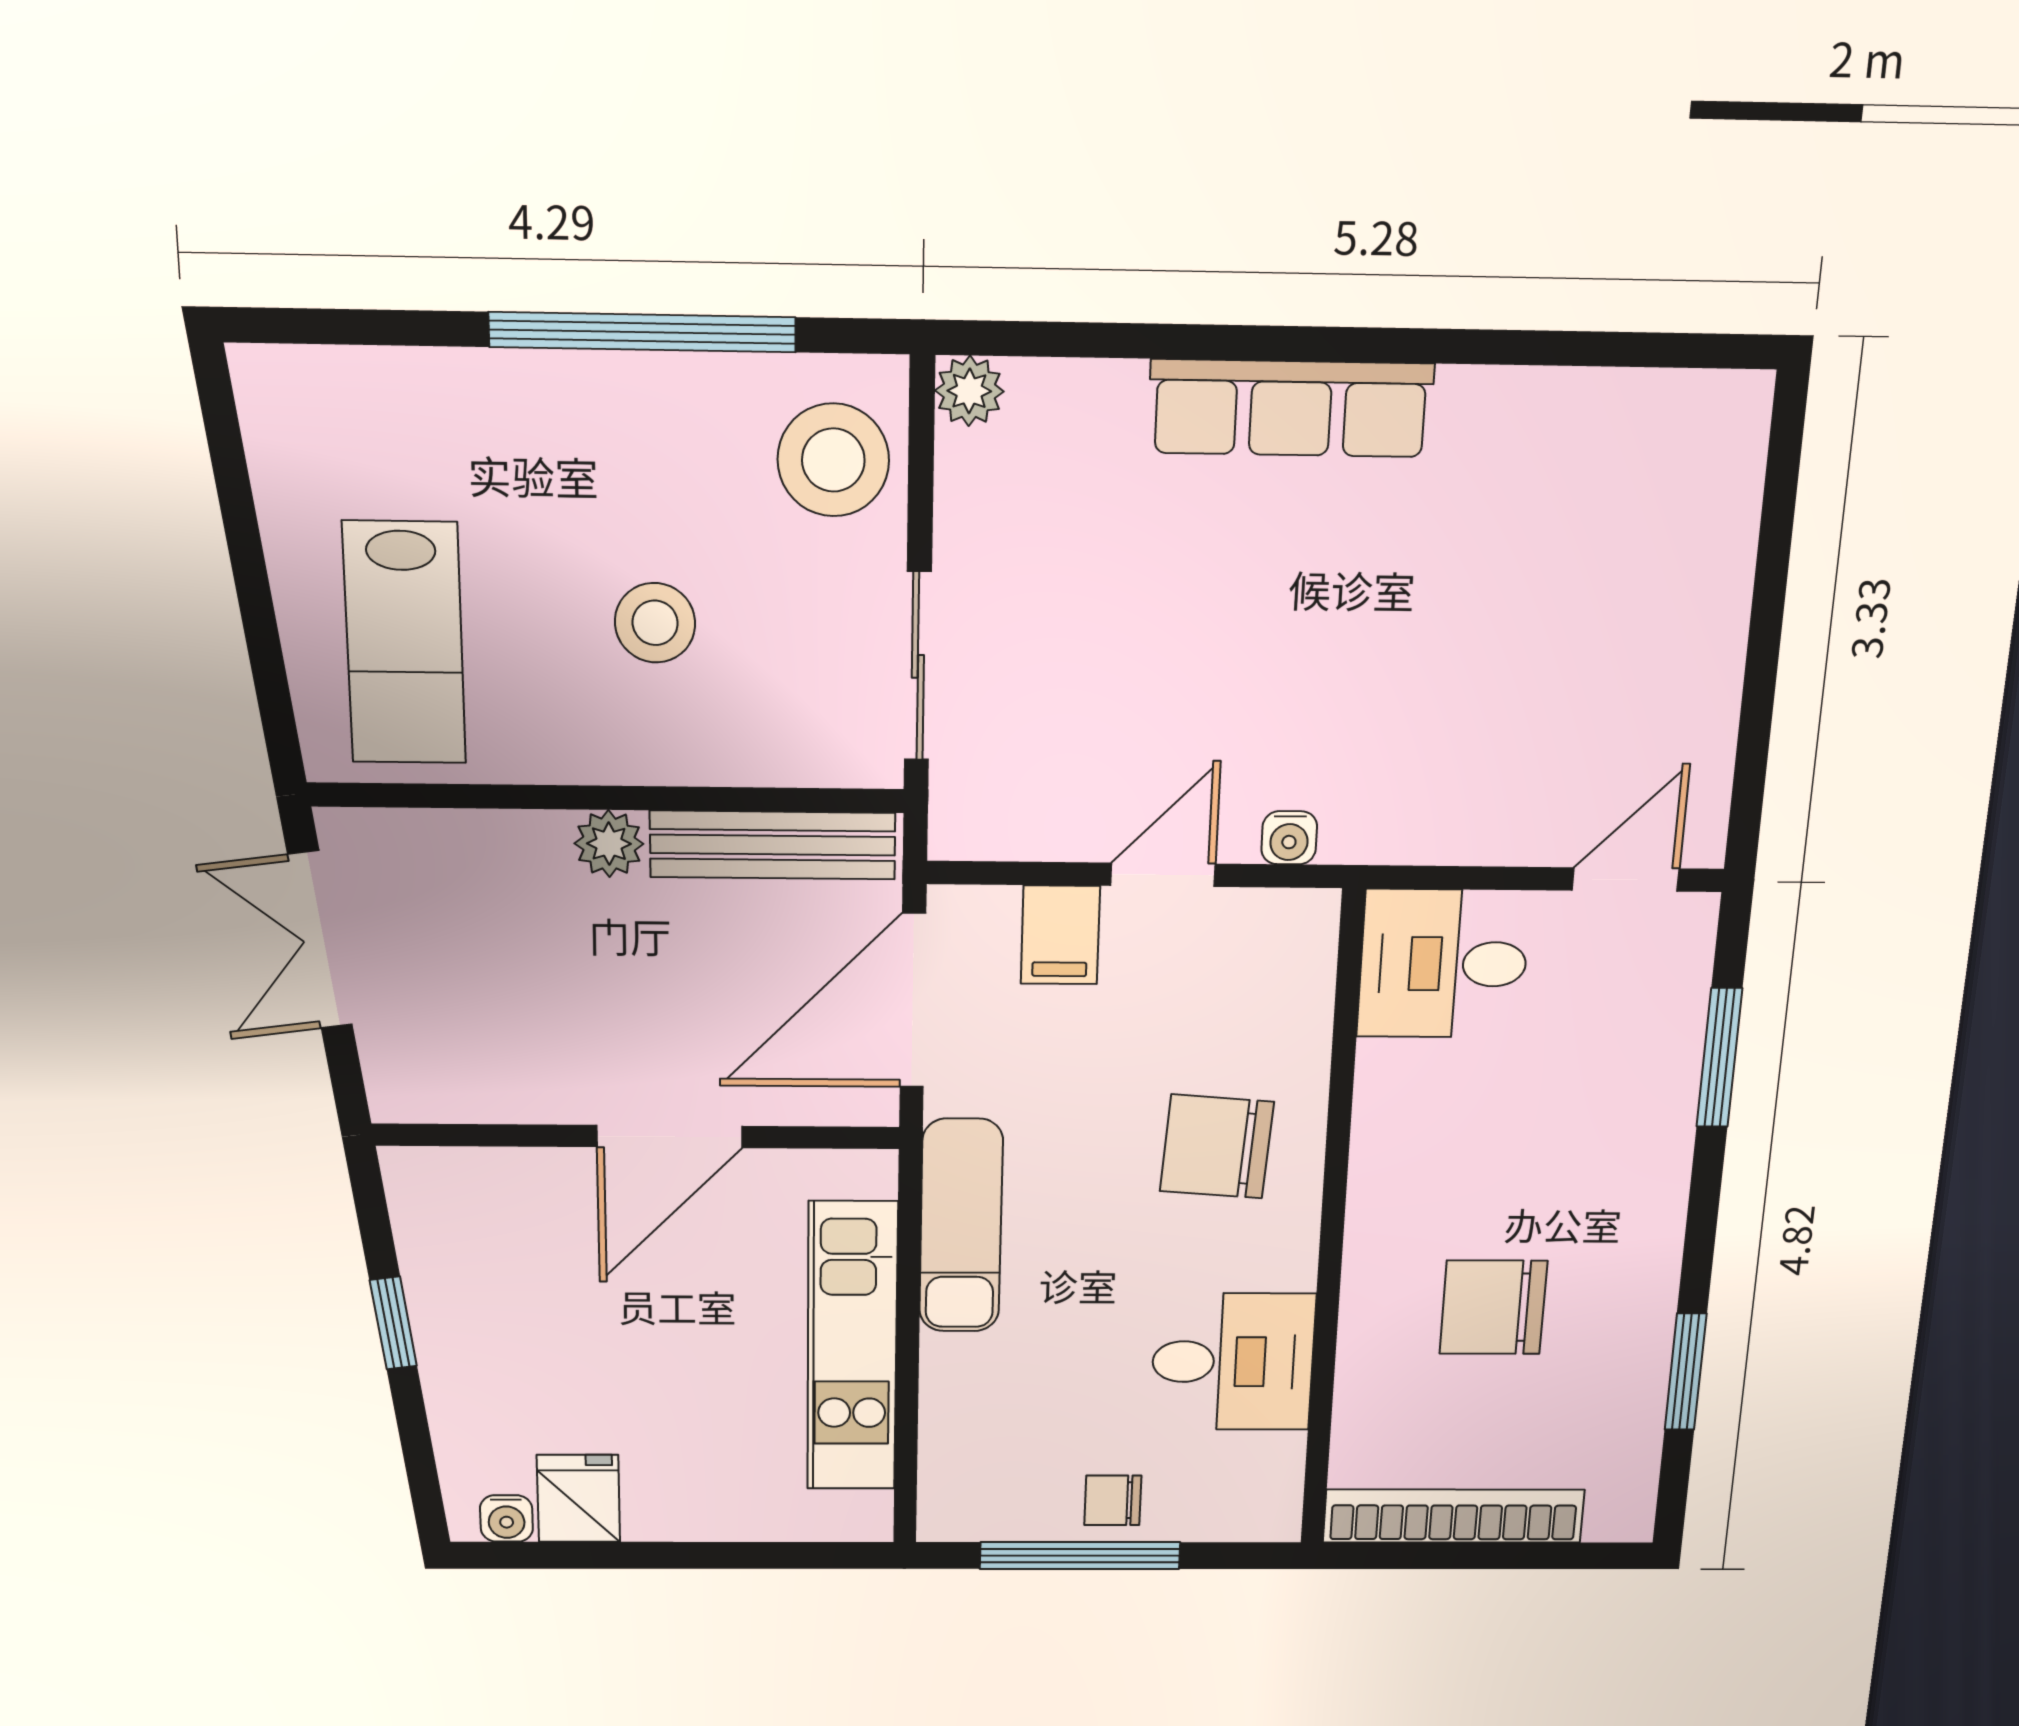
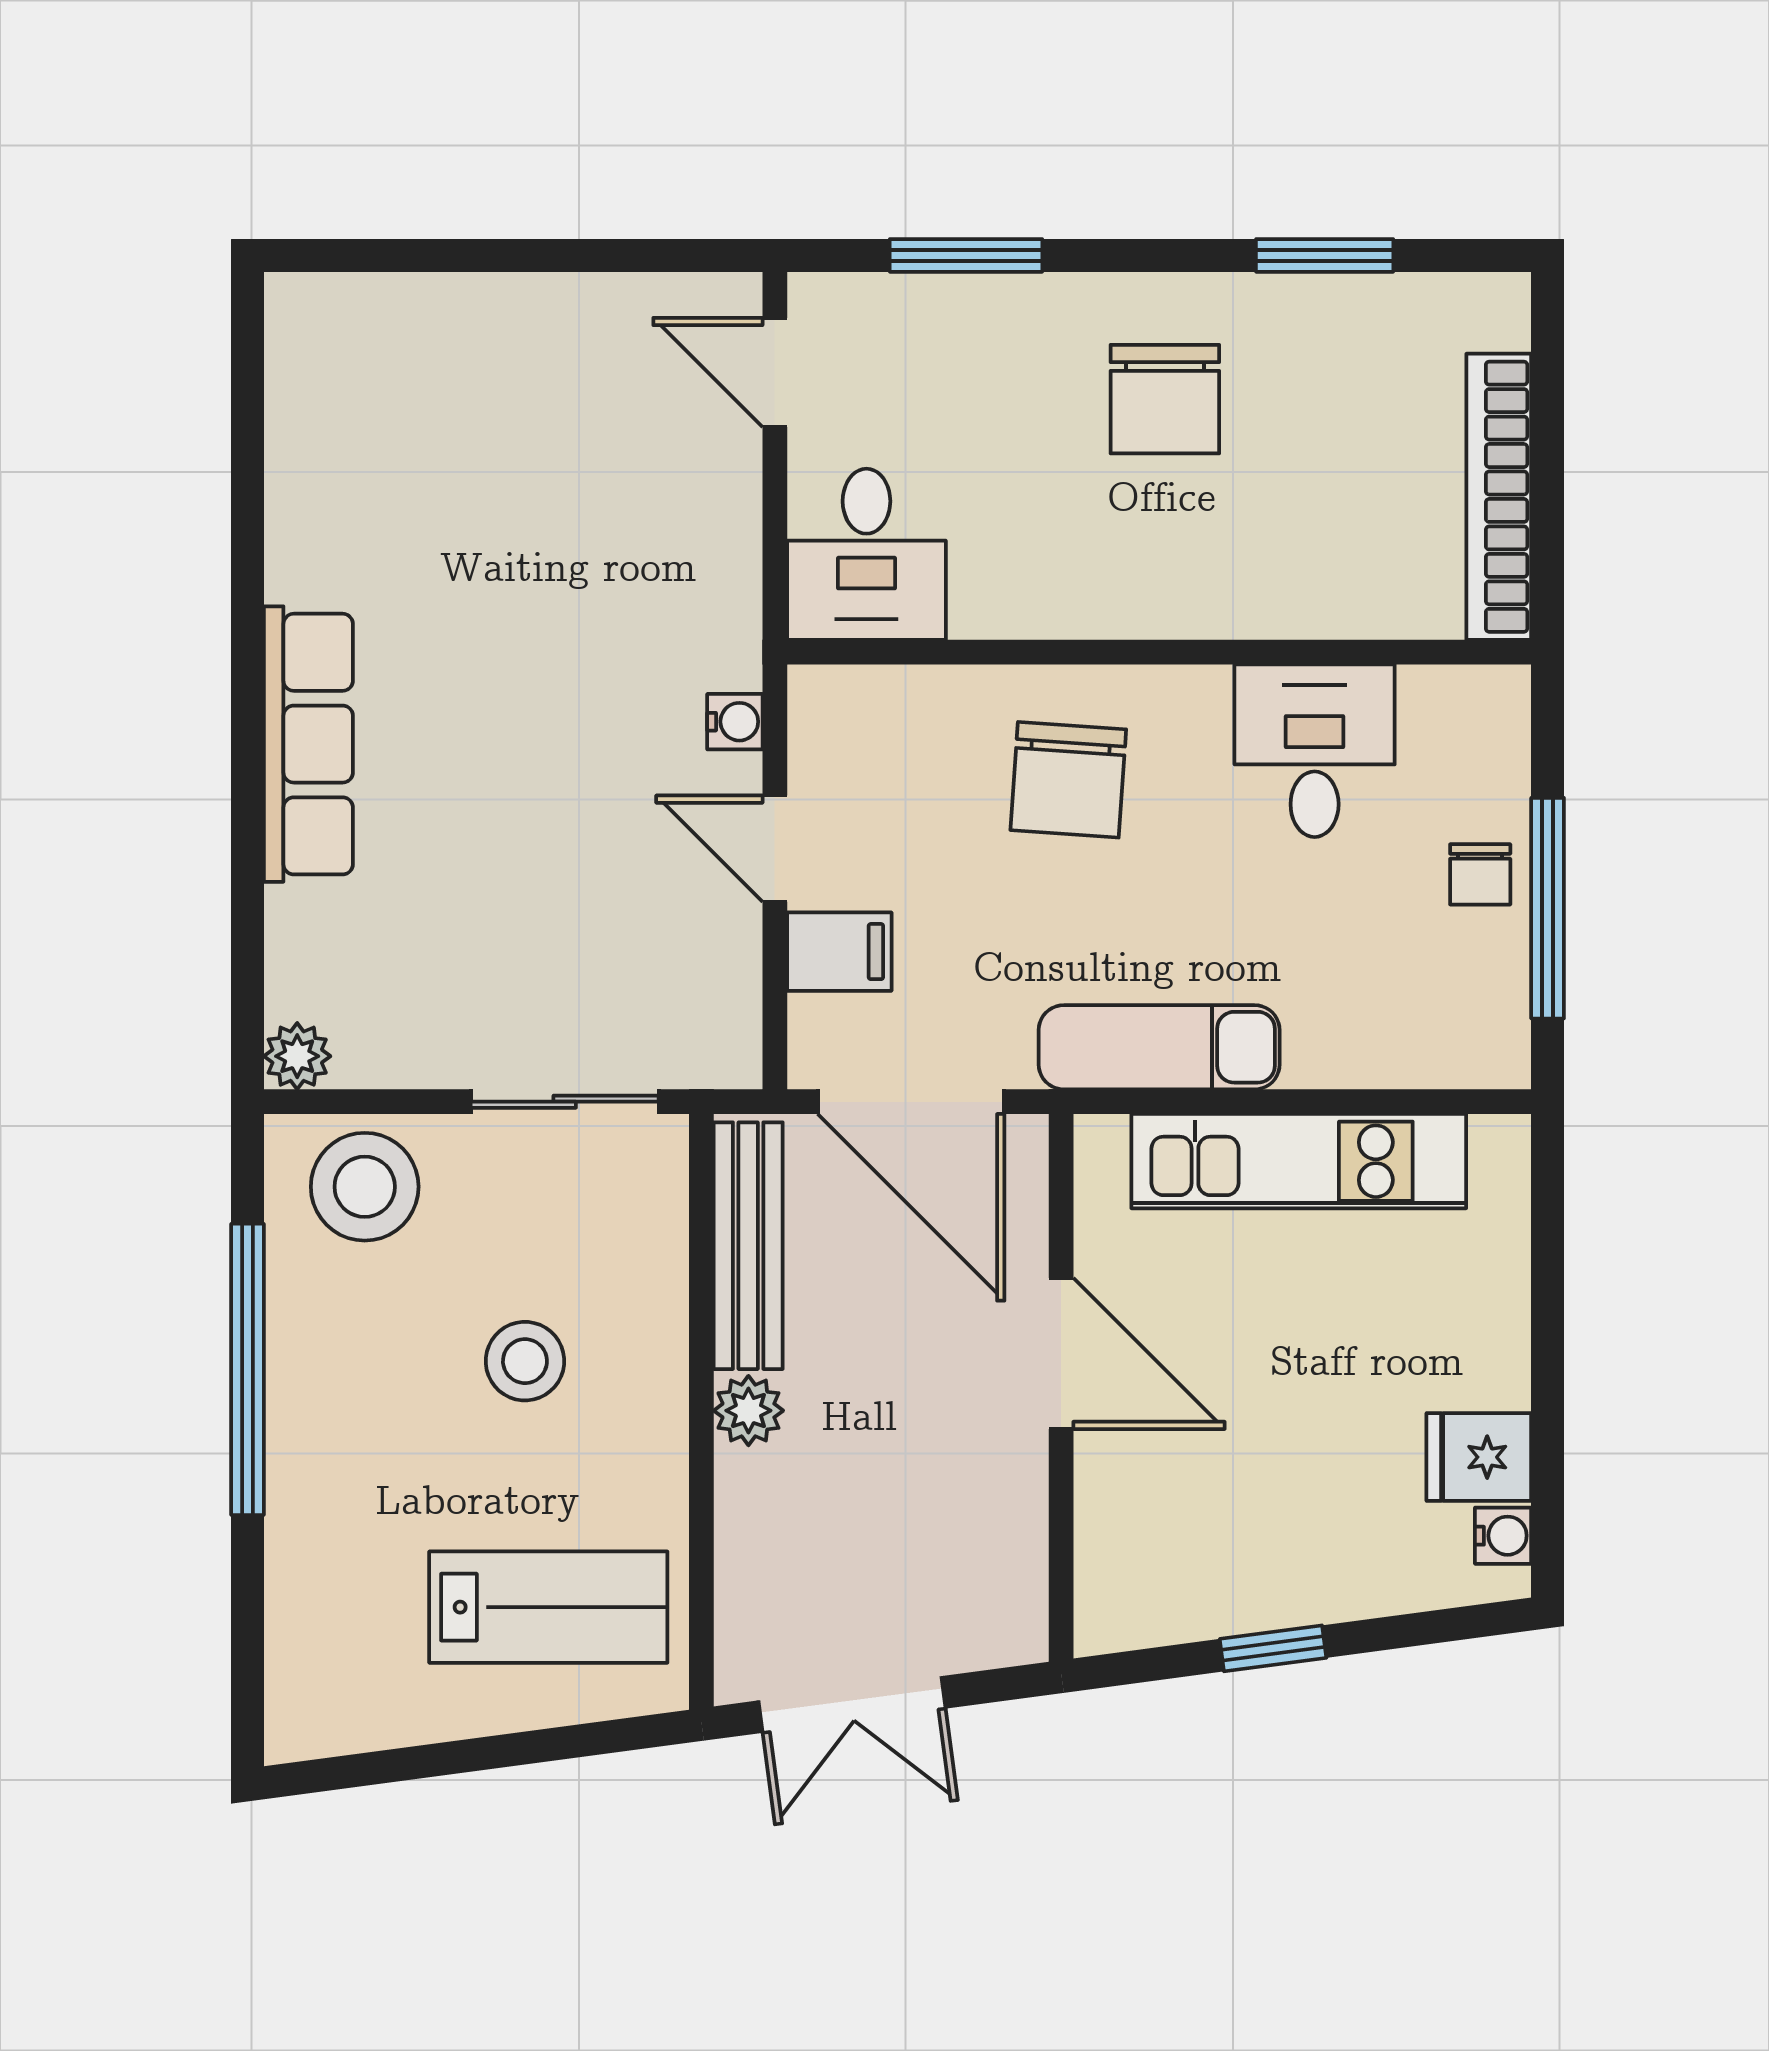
chair: (1493, 1307) -> (1165, 399), moved

